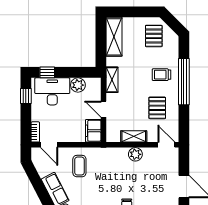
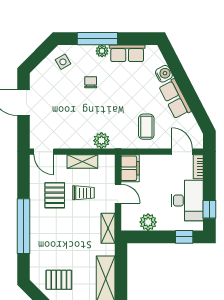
pallet: (154, 36) -> (59, 280), turned 90
trolley: (161, 75) -> (83, 193), moved
desk: (52, 91) -> (187, 201), moved, turned -90
plant: (135, 154) -> (101, 141), moved

